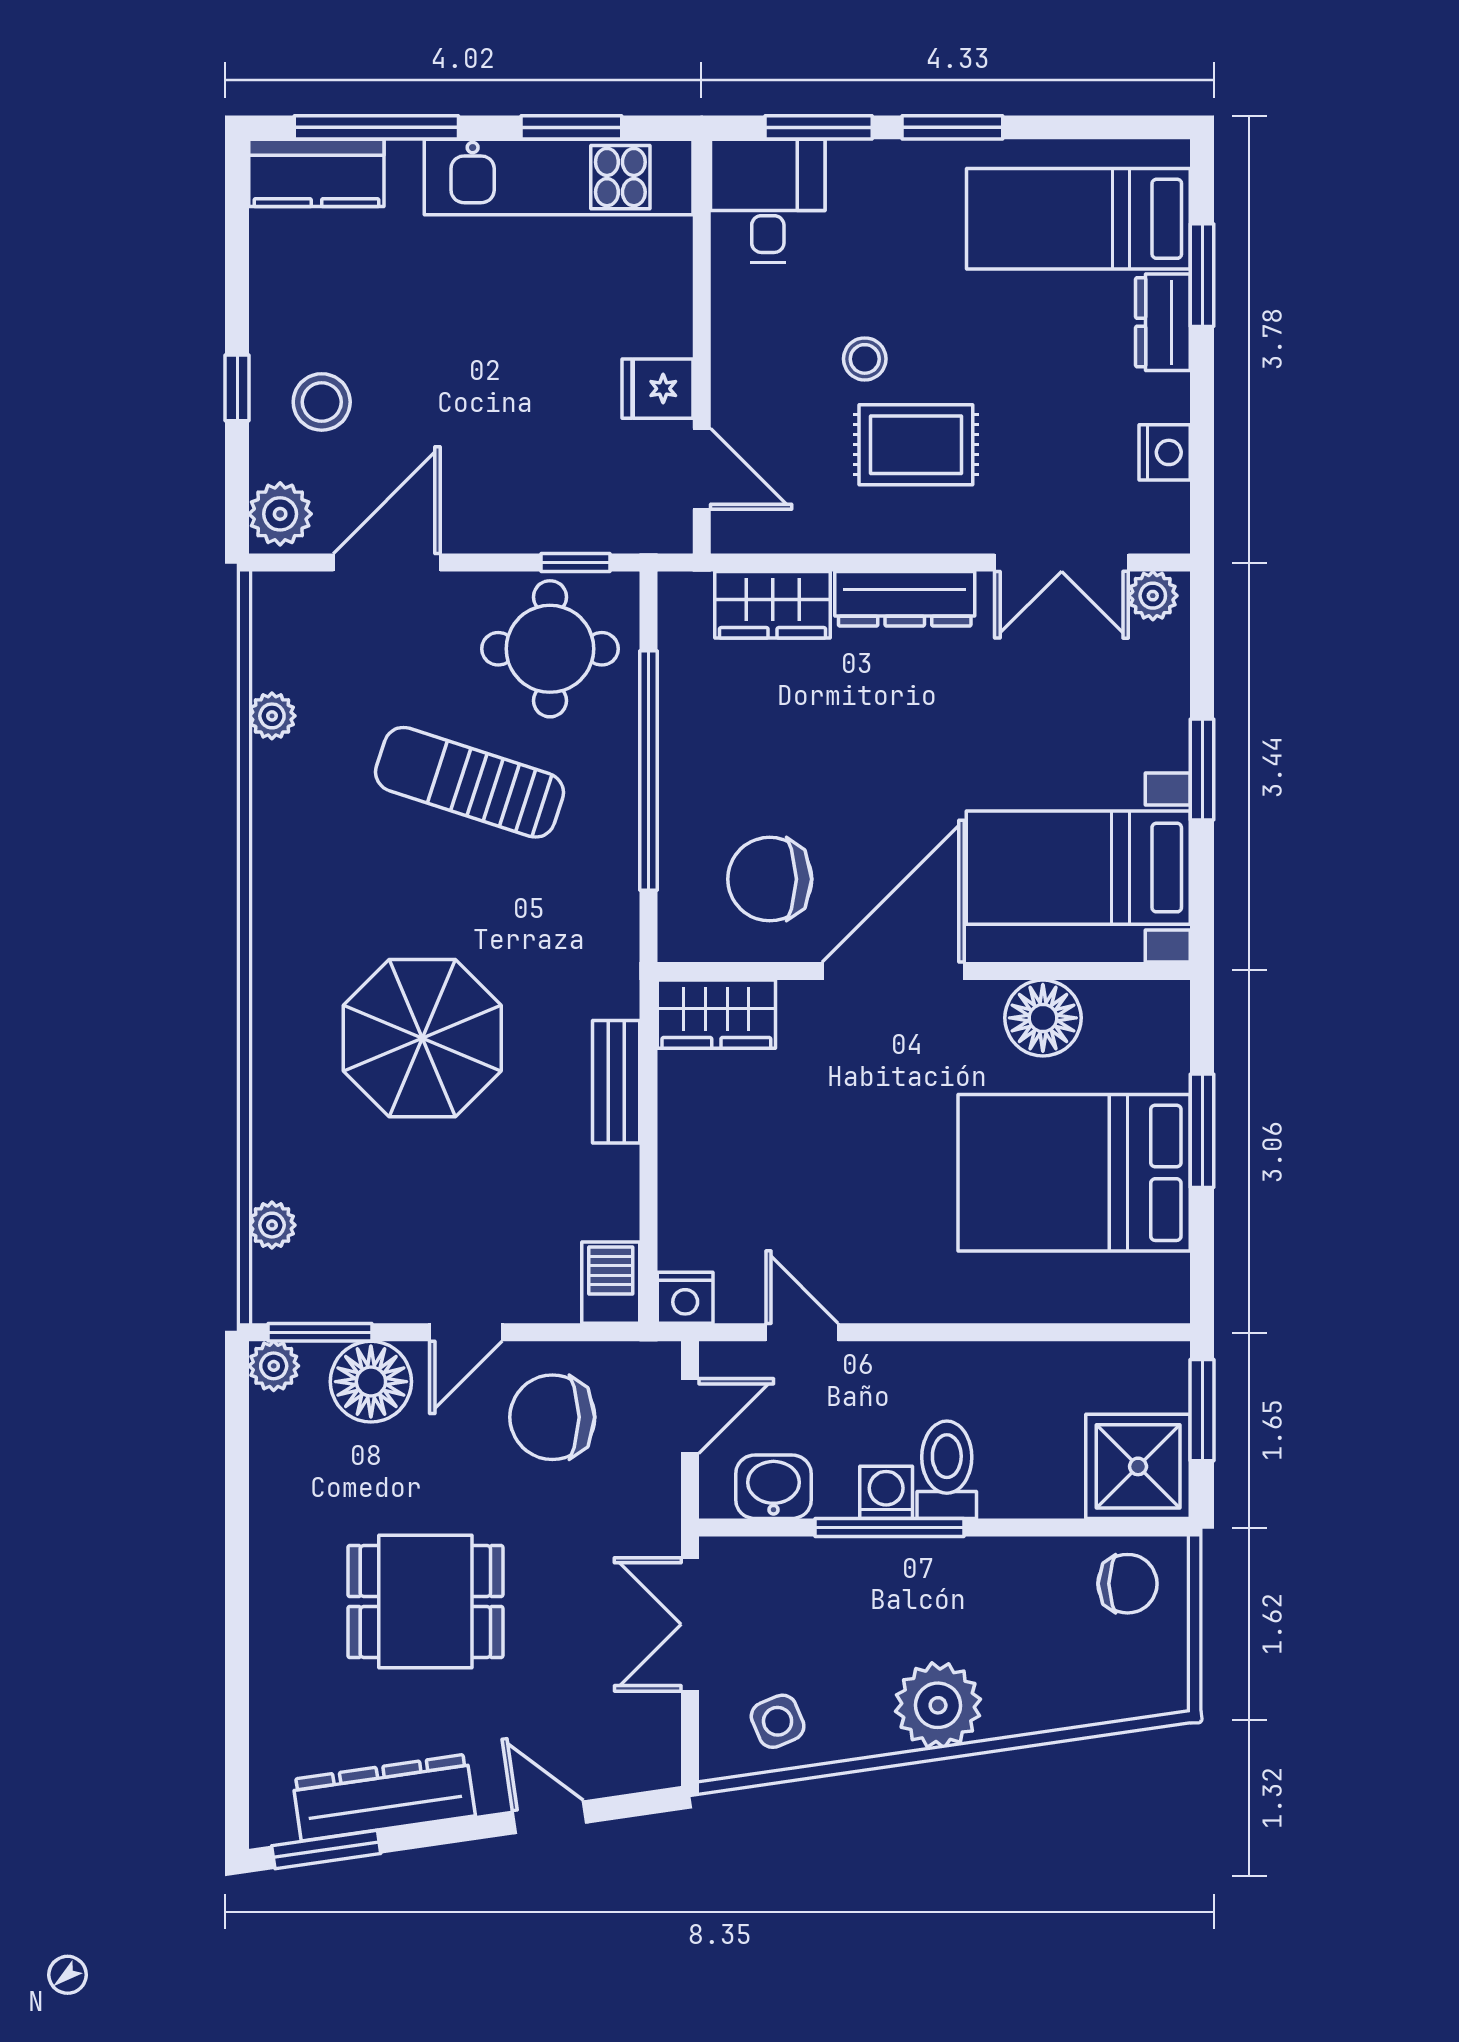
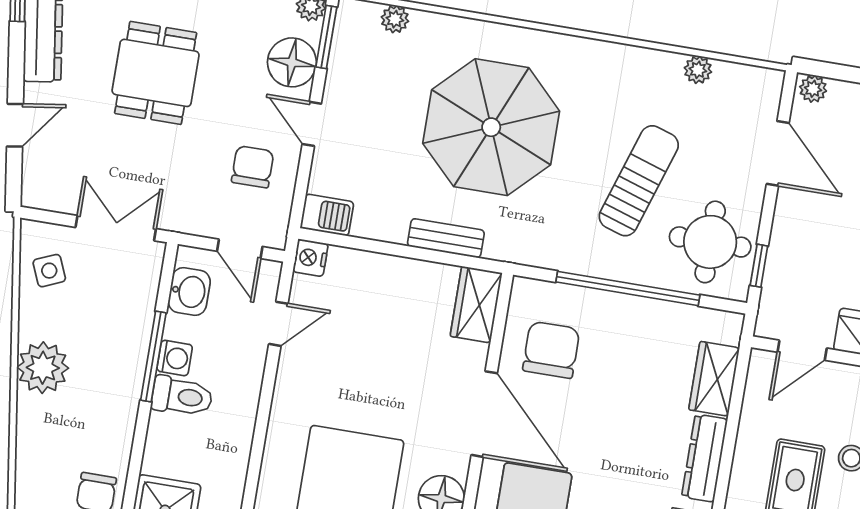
plant: (280, 514) -> (813, 89), width x0.73, depth x0.73
parasol: (422, 1038) -> (491, 127), width x1.36, depth x1.36
chair: (552, 1417) -> (253, 167), width x0.73, depth x0.73

